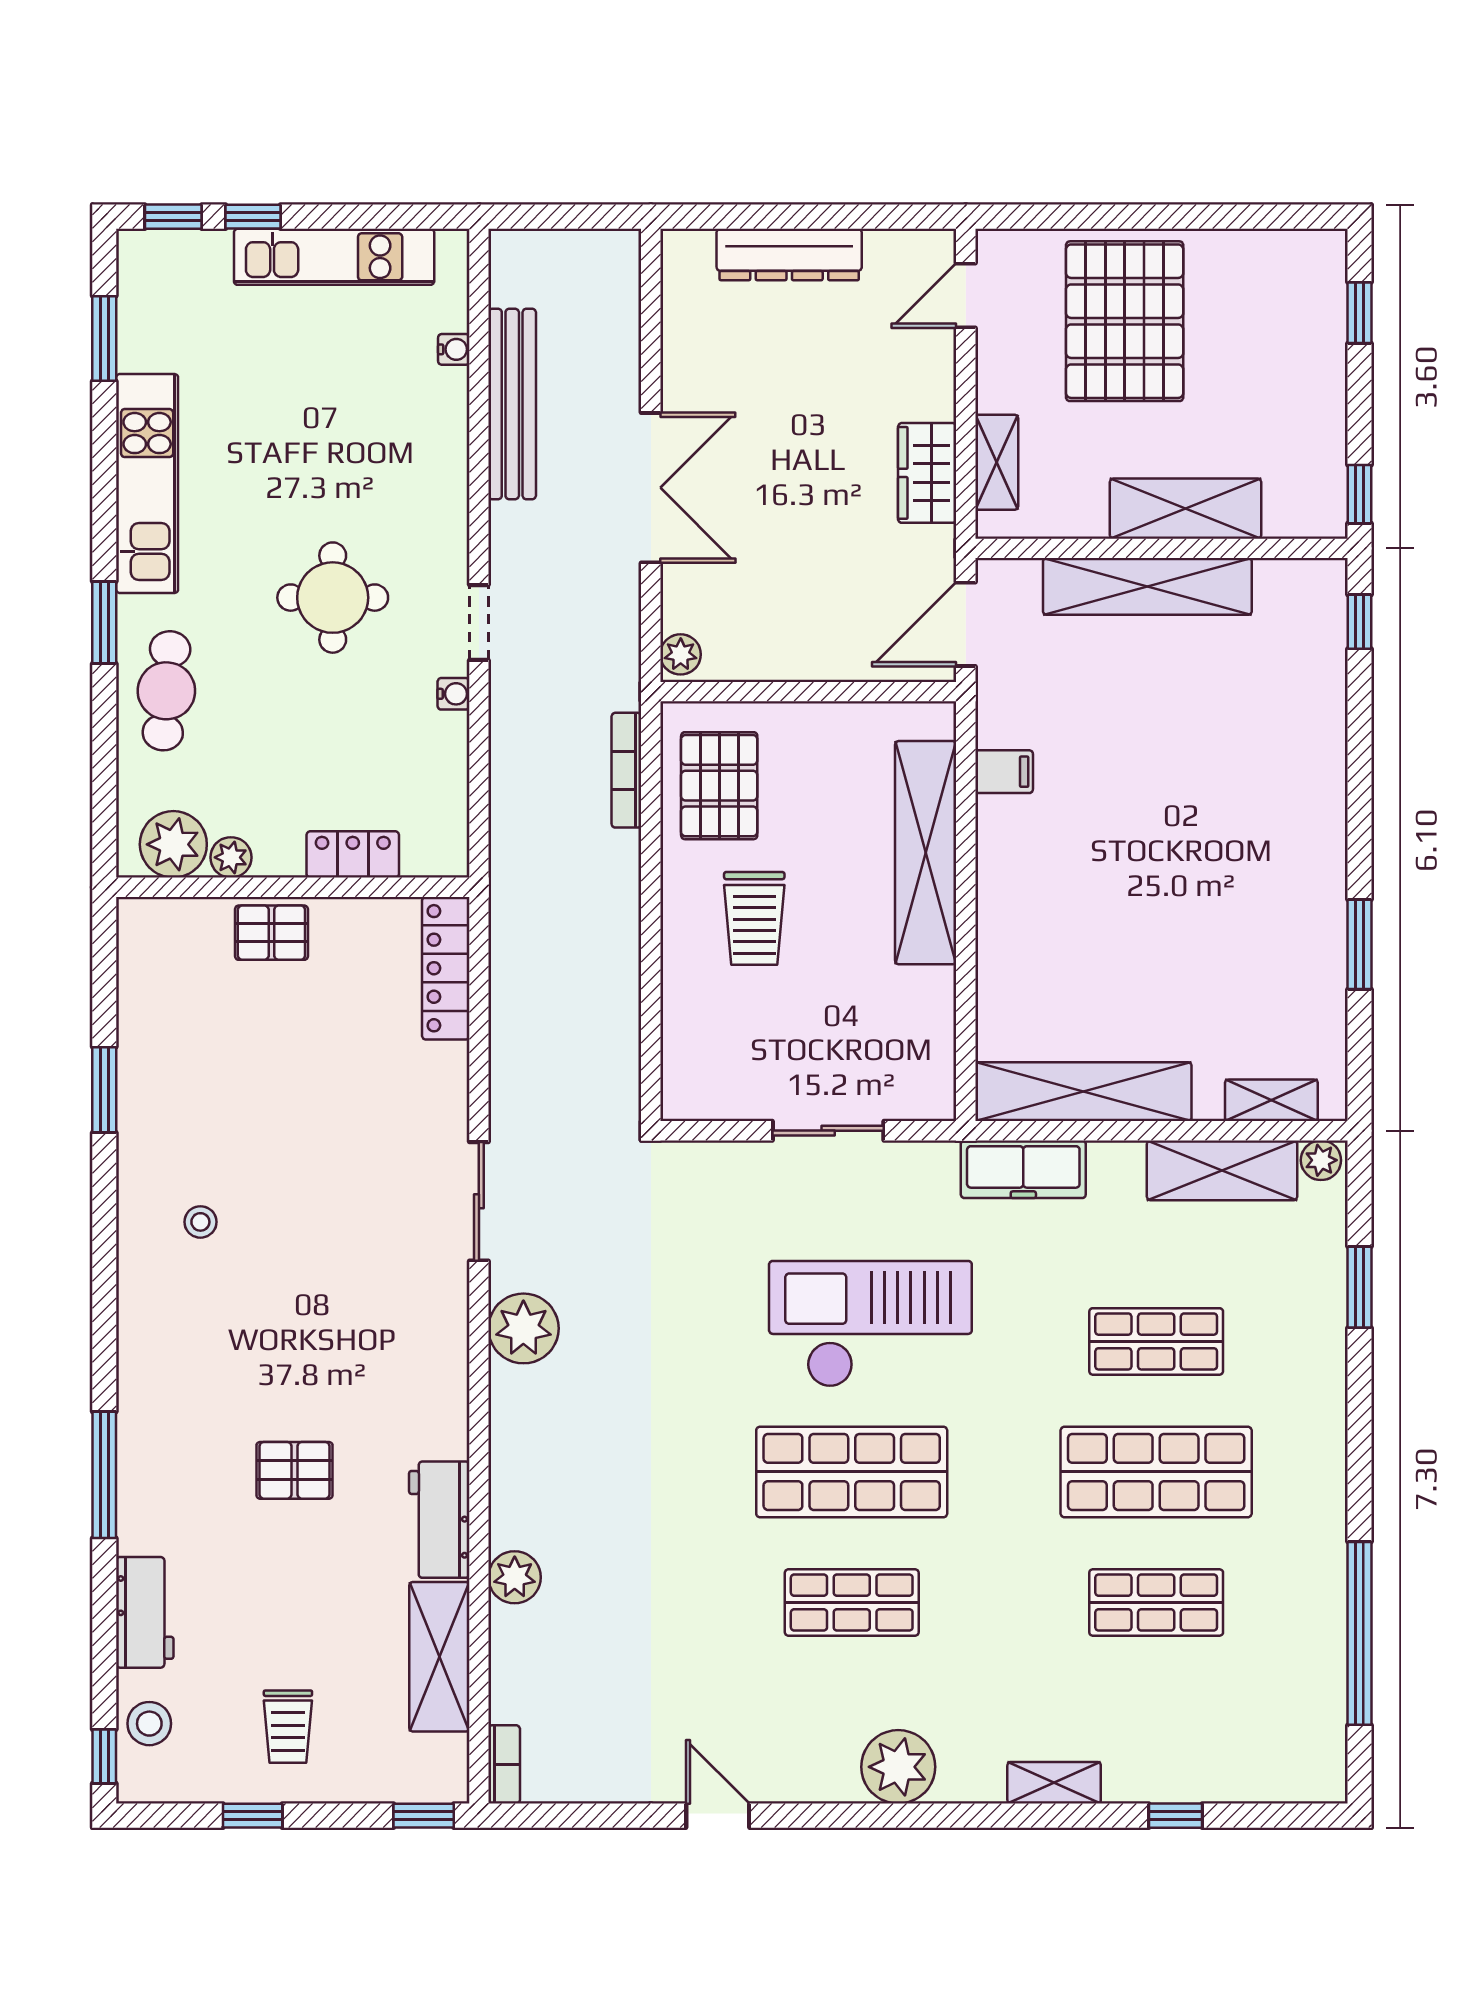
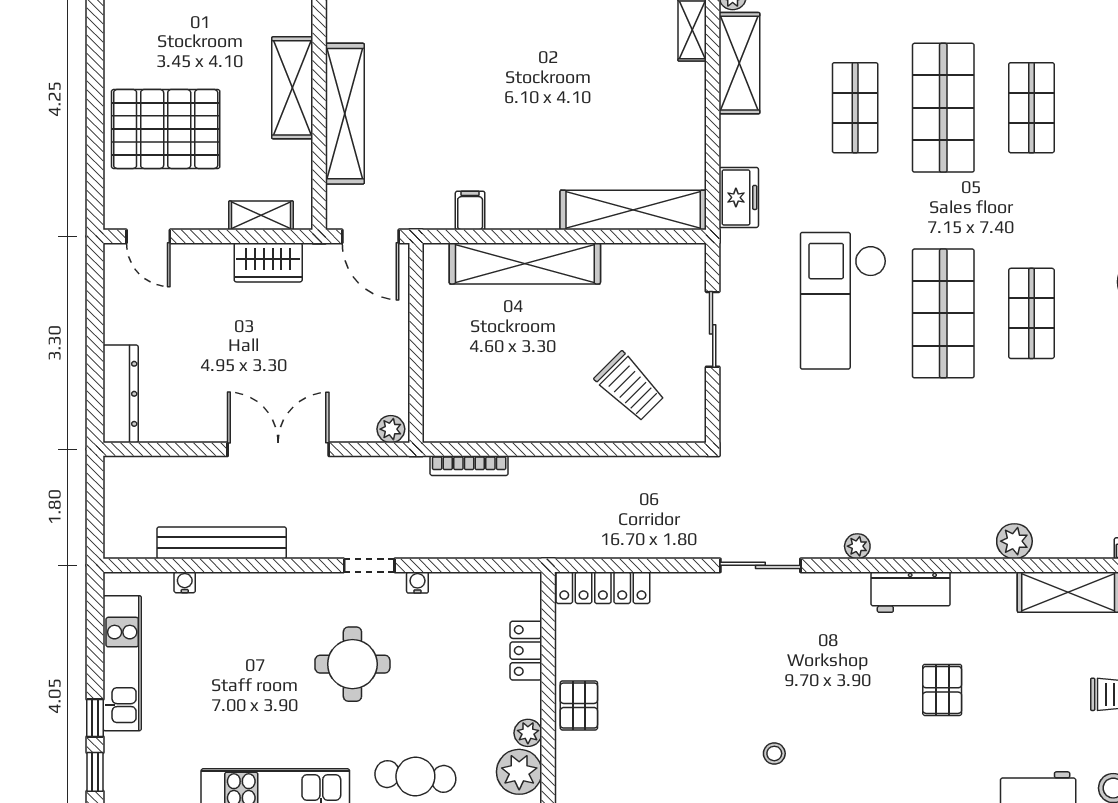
dresser: (789, 254) -> (121, 394), moved
pallet: (719, 786) -> (479, 403), removed
trolley: (754, 918) -> (630, 387), moved, turned 45
shelving: (1083, 1092) -> (633, 210), moved, turned 90
freezer: (1023, 1169) -> (739, 197), width x0.71
plant: (523, 1328) -> (857, 546), width x0.53, depth x0.53
workbench: (439, 1520) -> (911, 592), moved

